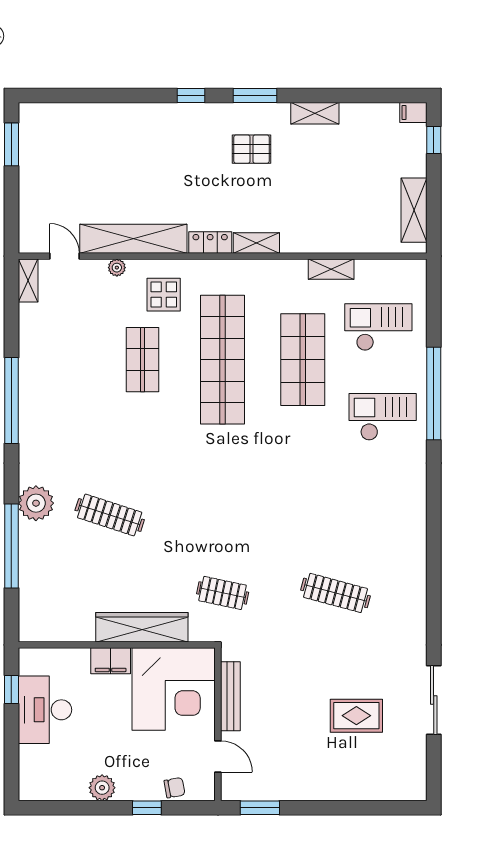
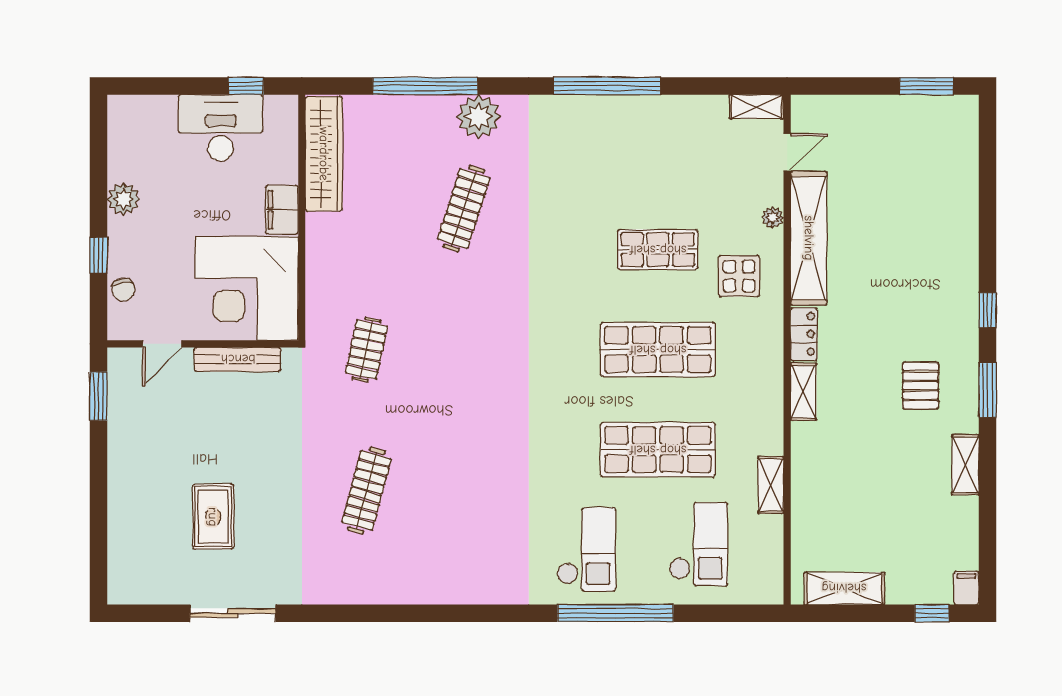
shop shelf: (223, 360) -> (658, 350), width x0.71
wardrobe: (142, 627) -> (324, 154), moved

